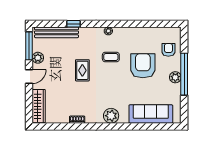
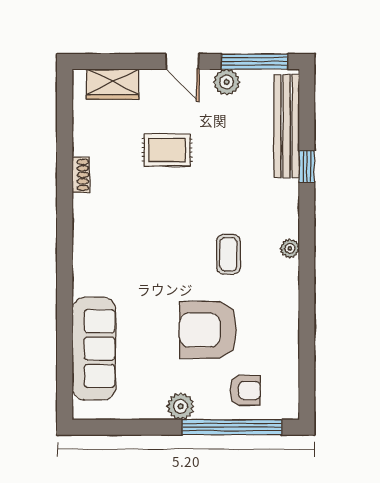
armchair: (143, 66) -> (208, 330), turned 180
rug: (82, 70) -> (167, 150), moved
window: (184, 74) -> (232, 427), moved
wardrobe: (39, 106) -> (113, 84), width x0.67
plant: (111, 116) -> (90, 255), removed

